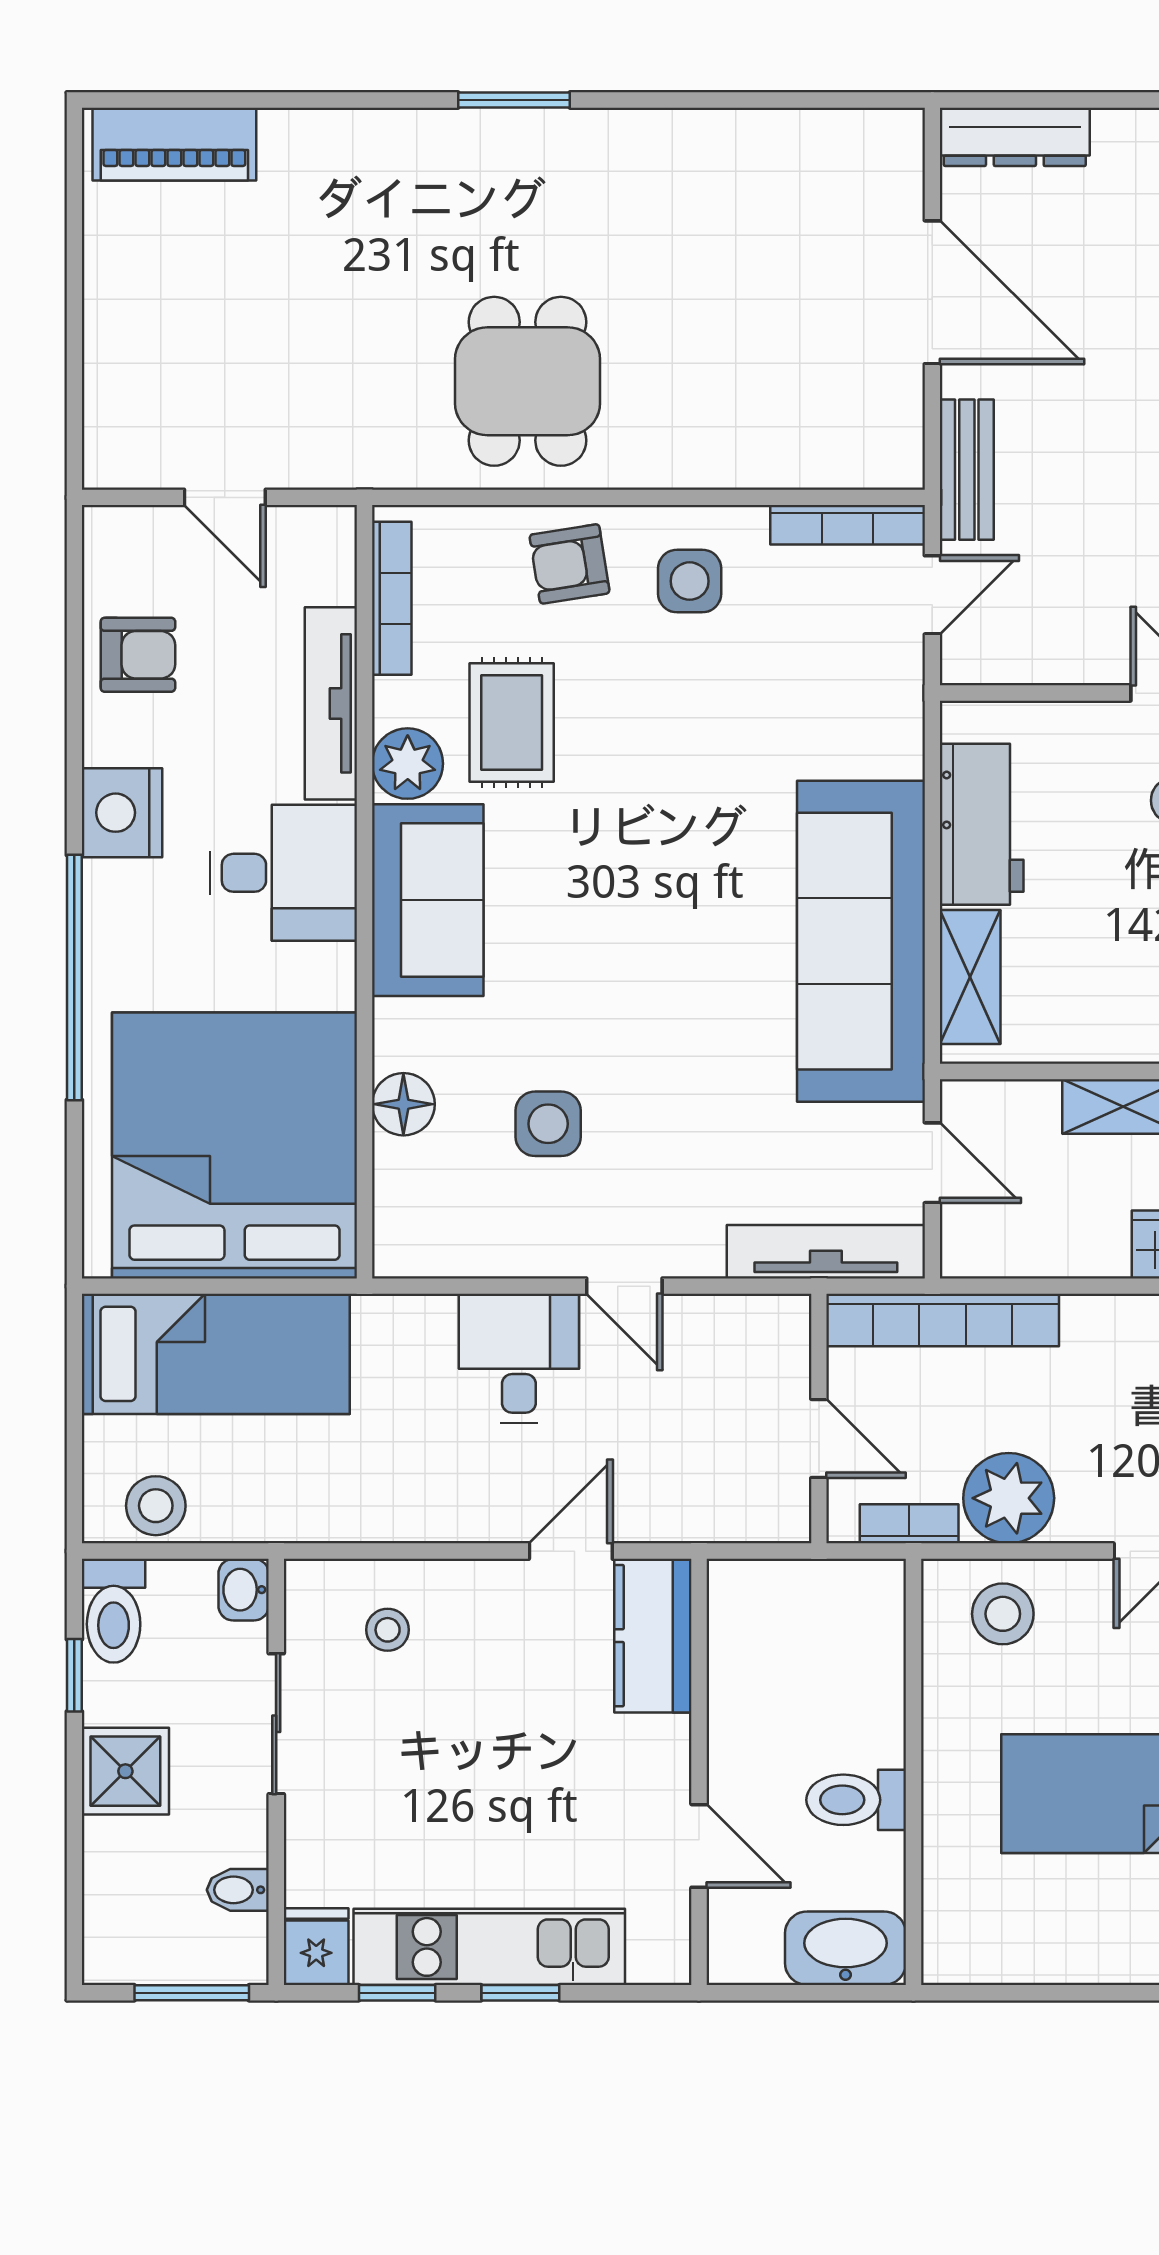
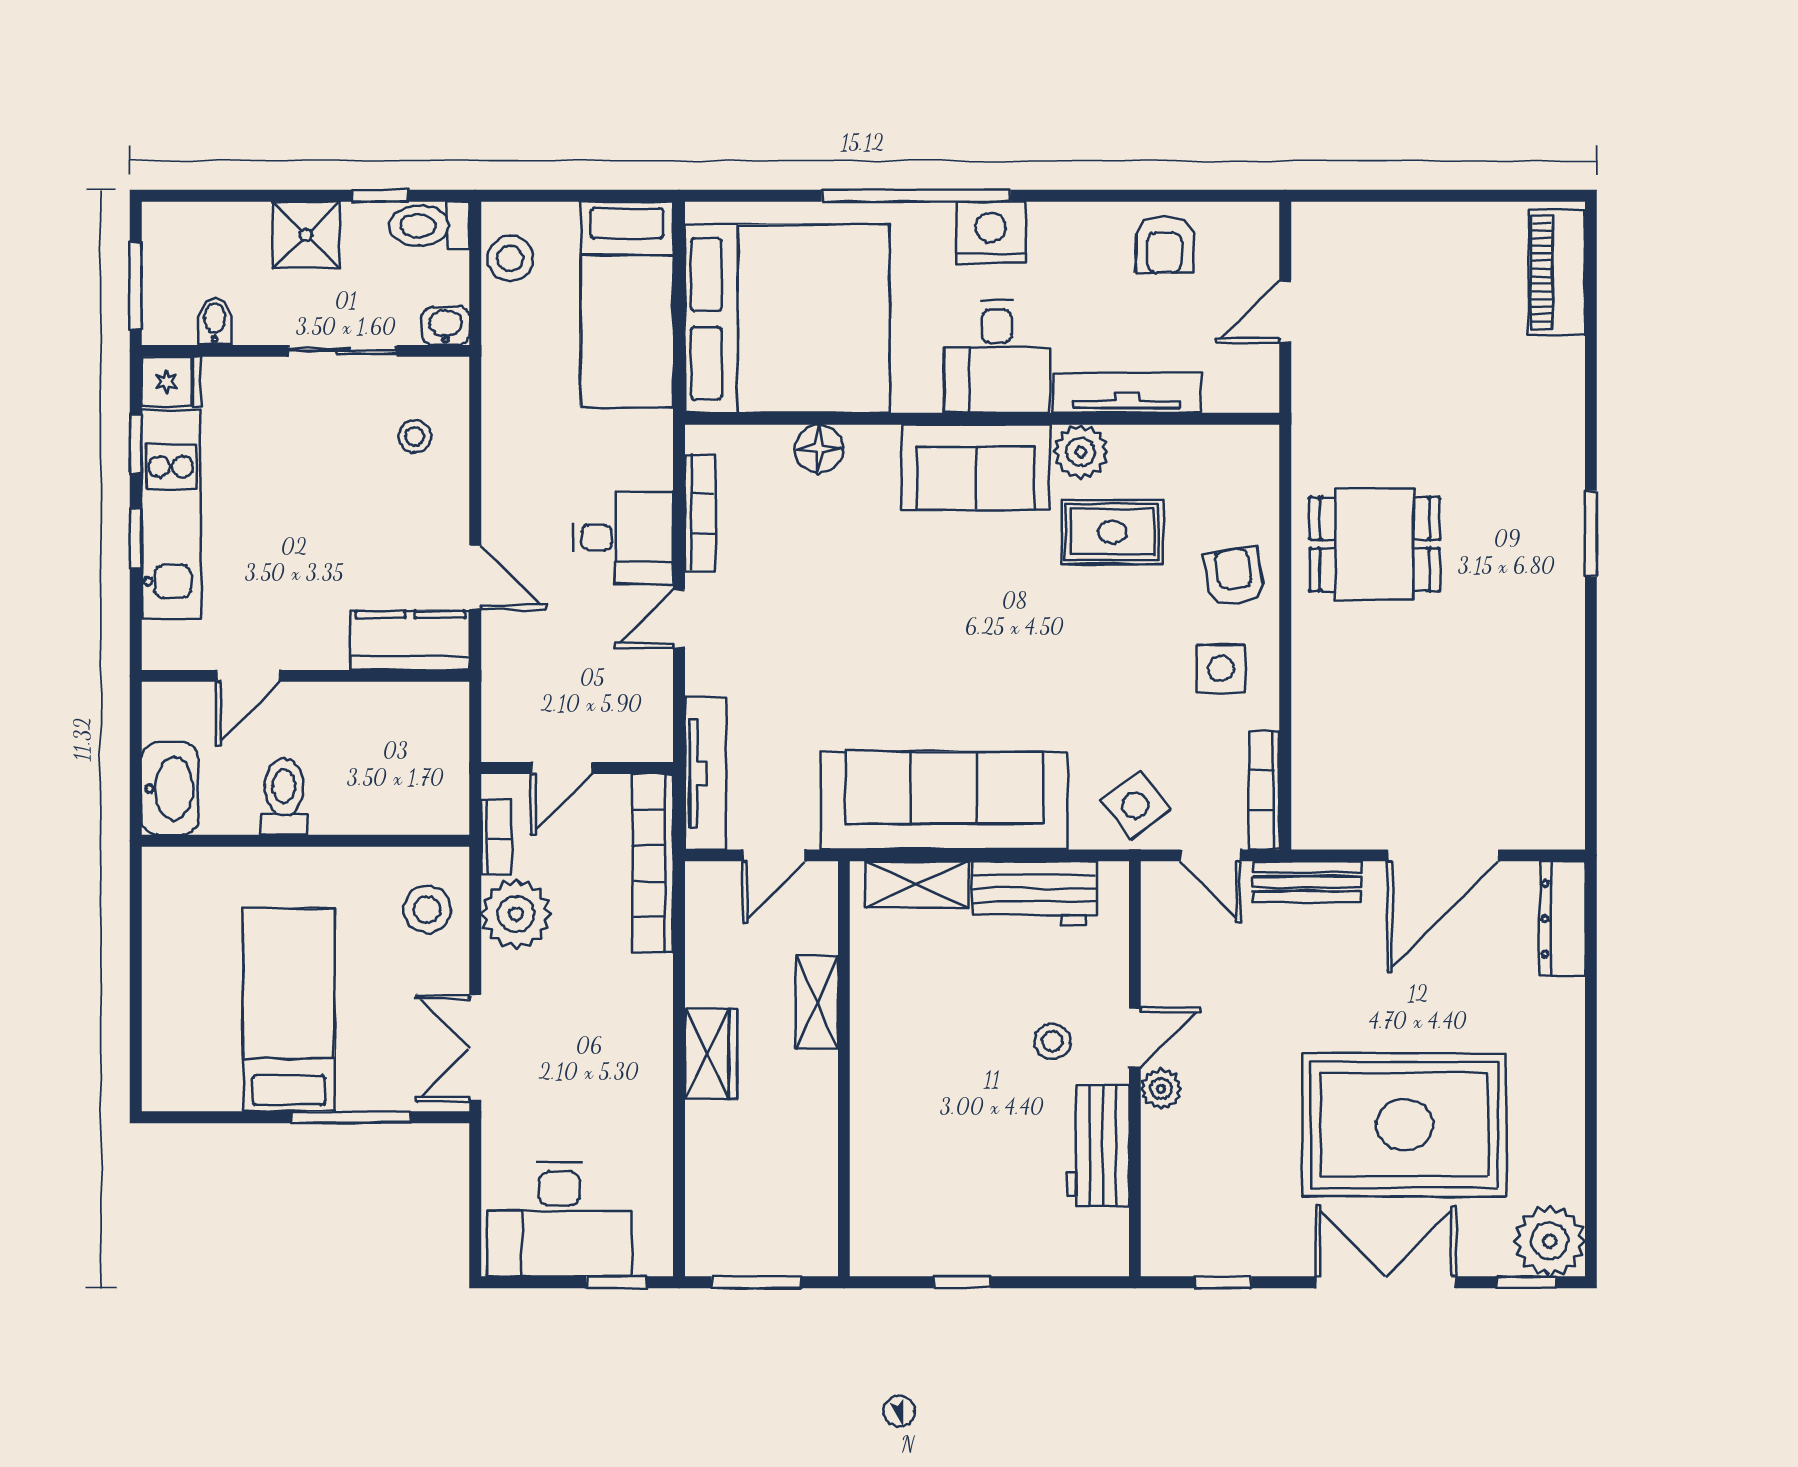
bookcase: (392, 598) -> (700, 513), moved, turned -90
nightstand: (122, 813) -> (991, 232), moved
side table: (548, 1124) -> (1135, 805), moved, turned -37

